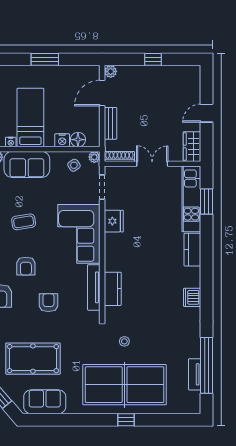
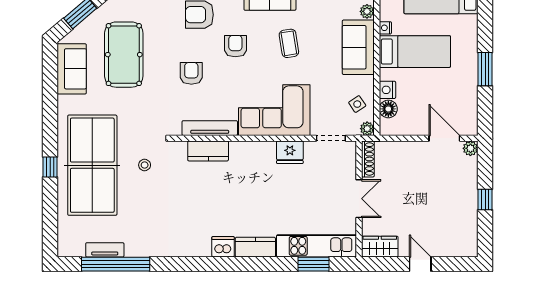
bench: (110, 123) -> (408, 148), removed
armchair: (26, 266) -> (235, 46), turned 90
dishwasher: (192, 297) -> (223, 247), moved
armchair: (48, 303) -> (191, 73), turned -90

